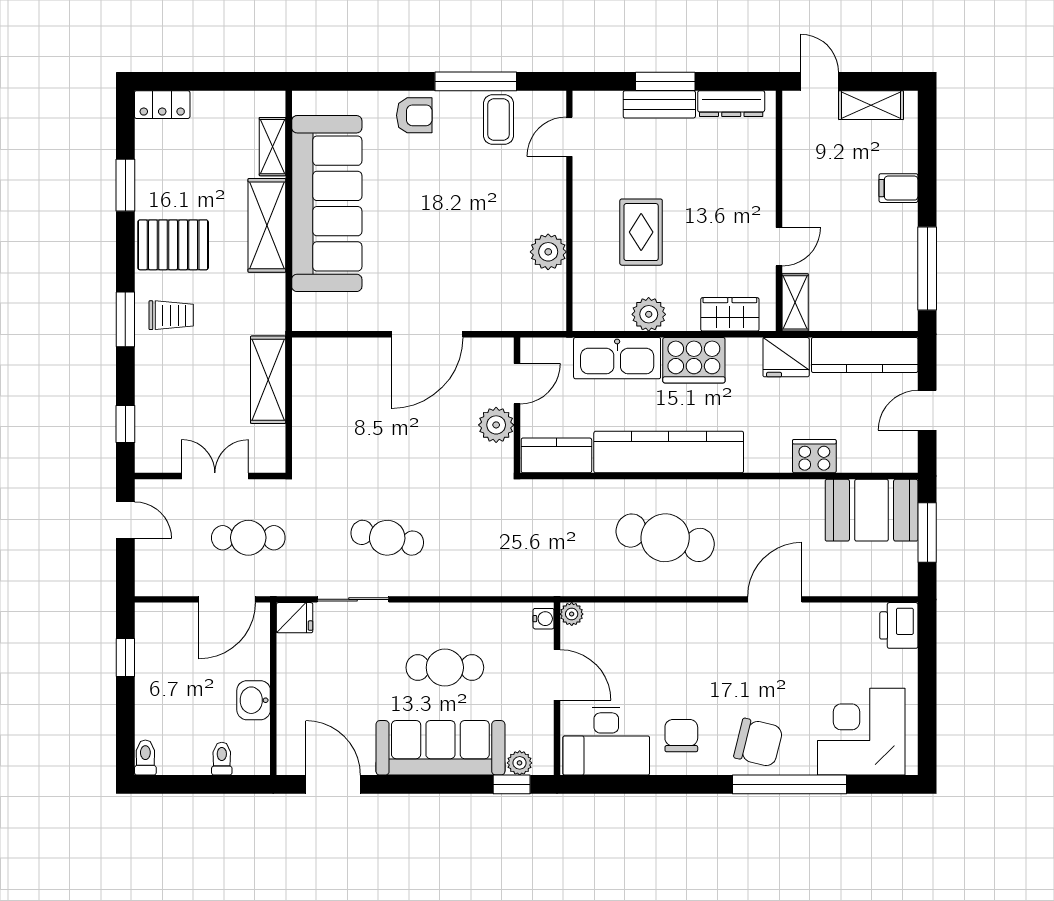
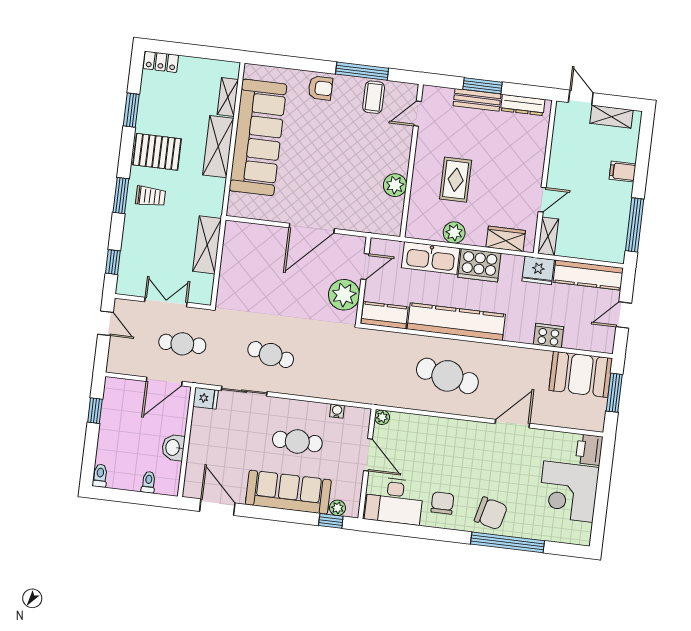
plant: (496, 425) -> (344, 295), width x1.36, depth x1.36
water cooler: (544, 619) -> (337, 411), moved, turned -90
corner desk: (861, 732) -> (568, 492), moved, turned -90

